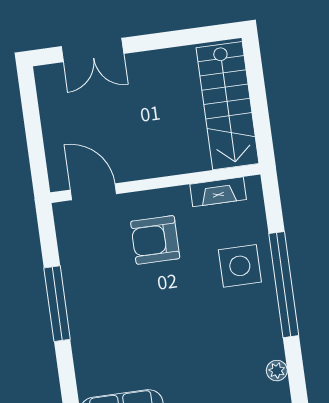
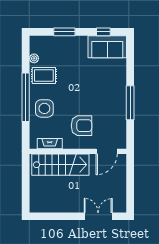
stairs: (227, 106) -> (60, 165), moved, turned 90
door: (93, 192) -> (107, 151), hinge flipped
rug: (251, 337) -> (44, 75), added

